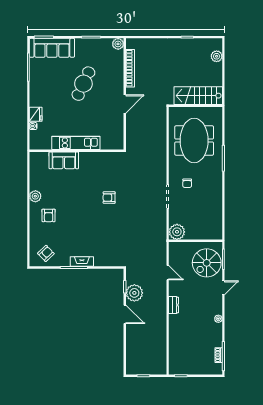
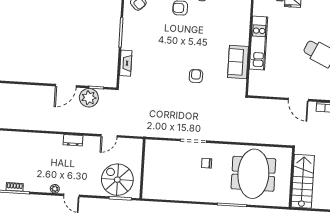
meeting table: (194, 140) -> (253, 174), turned 90
sofa: (64, 160) -> (238, 62), moved
plant: (177, 232) -> (154, 149), removed
fireplace: (82, 262) -> (126, 63), moved
door: (223, 288) -> (71, 195), moved

